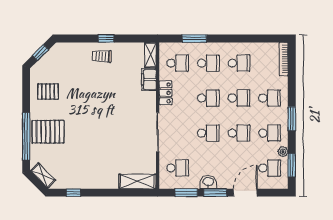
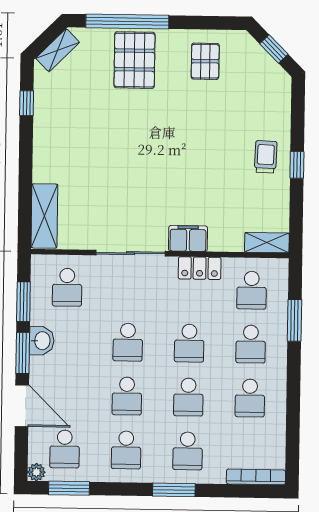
filing cabinet: (149, 79) -> (188, 239), moved
window: (292, 119) -> (174, 490), moved
plant: (283, 152) -> (36, 472), moved

